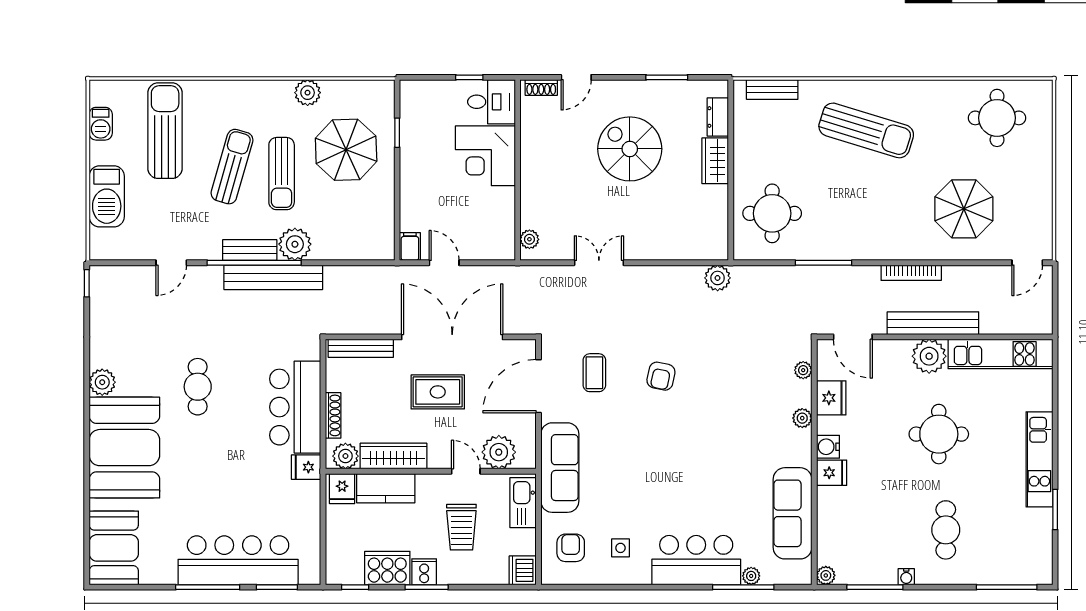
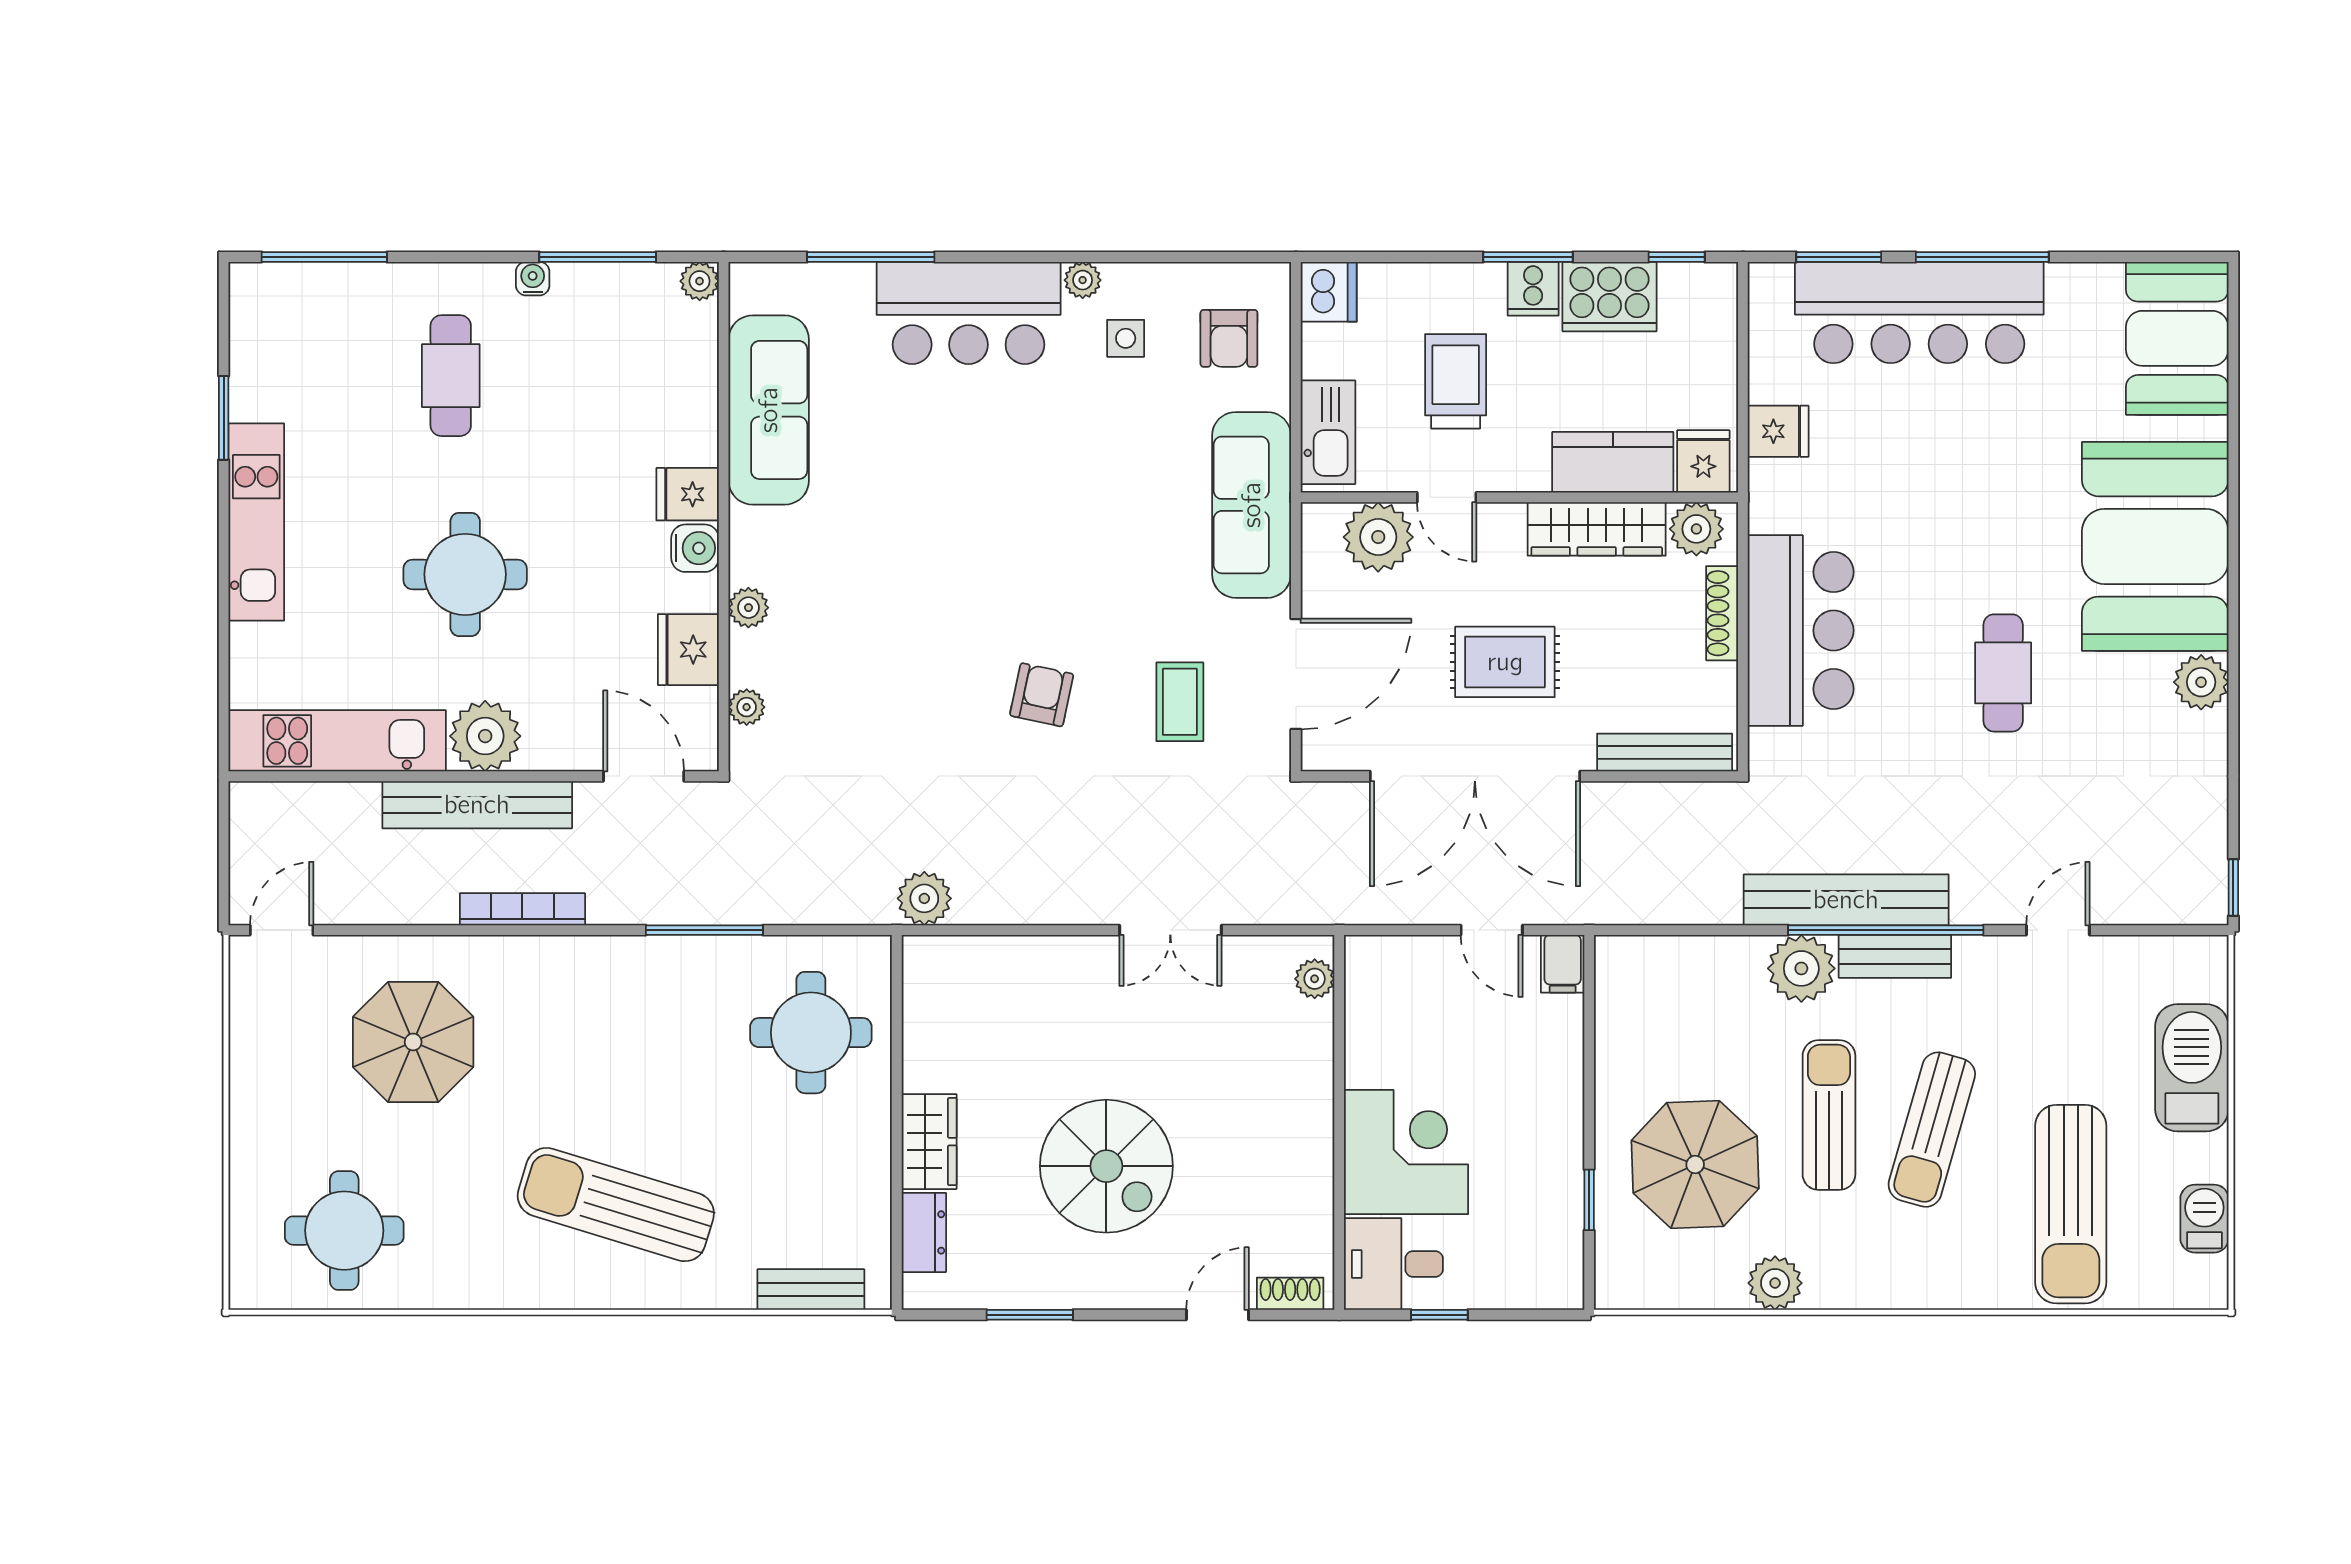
fridge: (306, 467) -> (1778, 431), moved
plant: (751, 576) -> (1083, 280), moved

